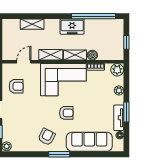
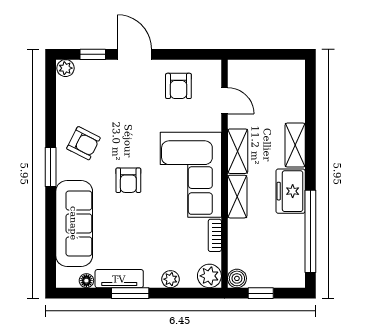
shelving: (32, 24) -> (295, 145), moved
boiler: (92, 55) -> (237, 278), moved

